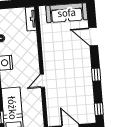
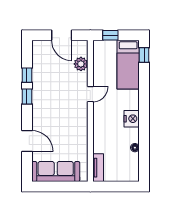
plant: (52, 106) -> (81, 64), added
window: (99, 109) -> (27, 75), moved

